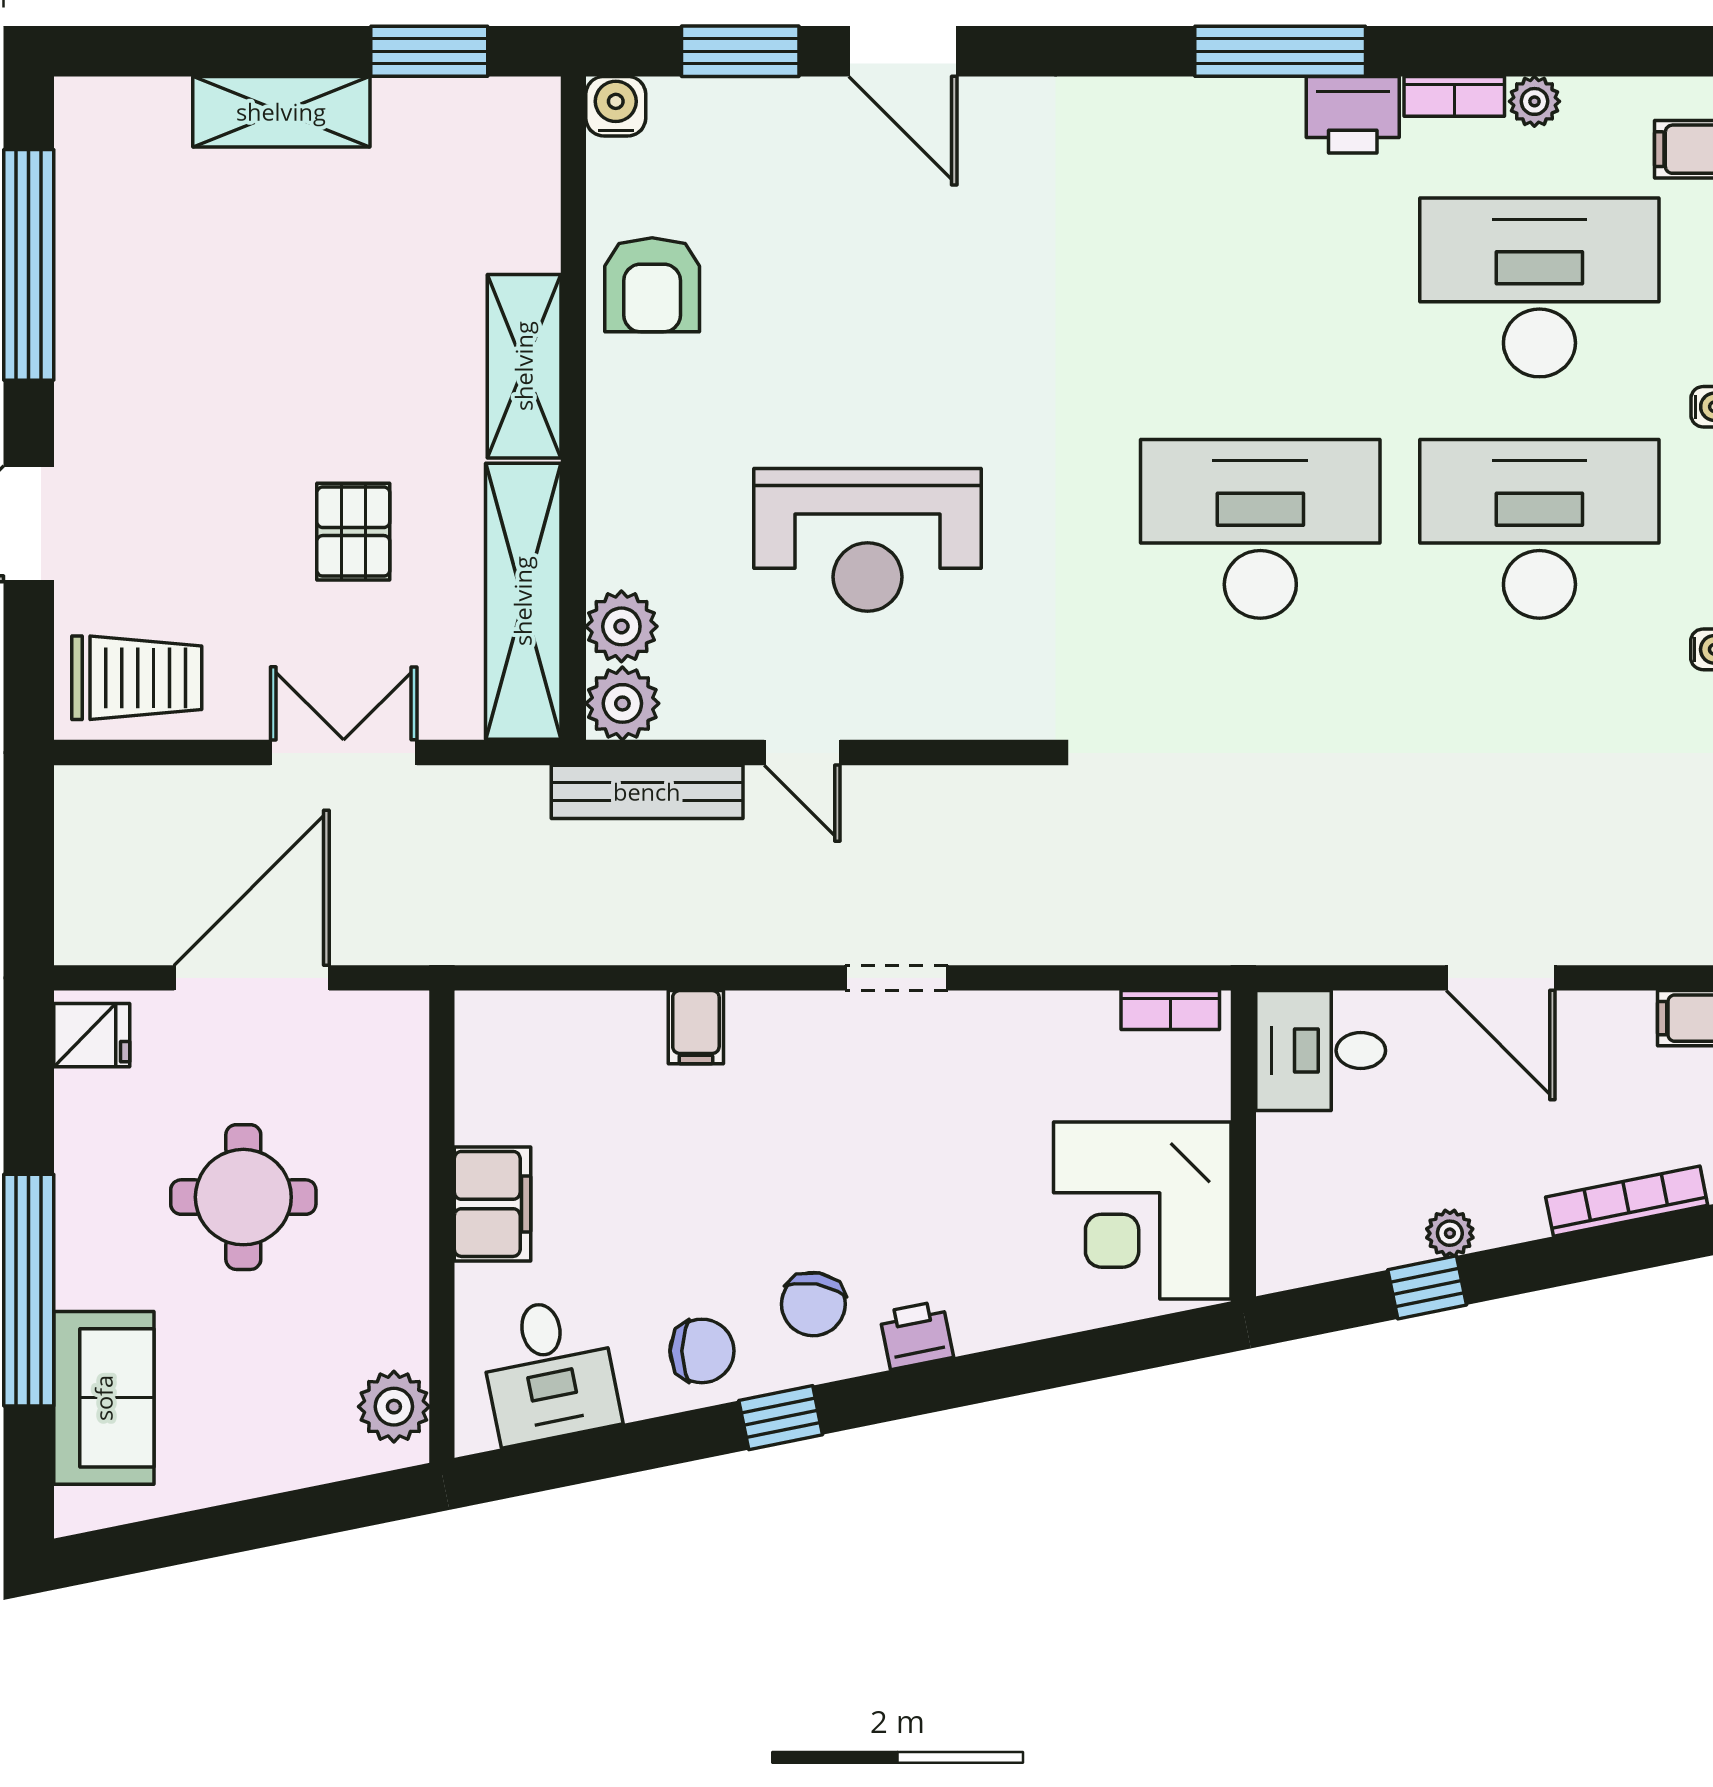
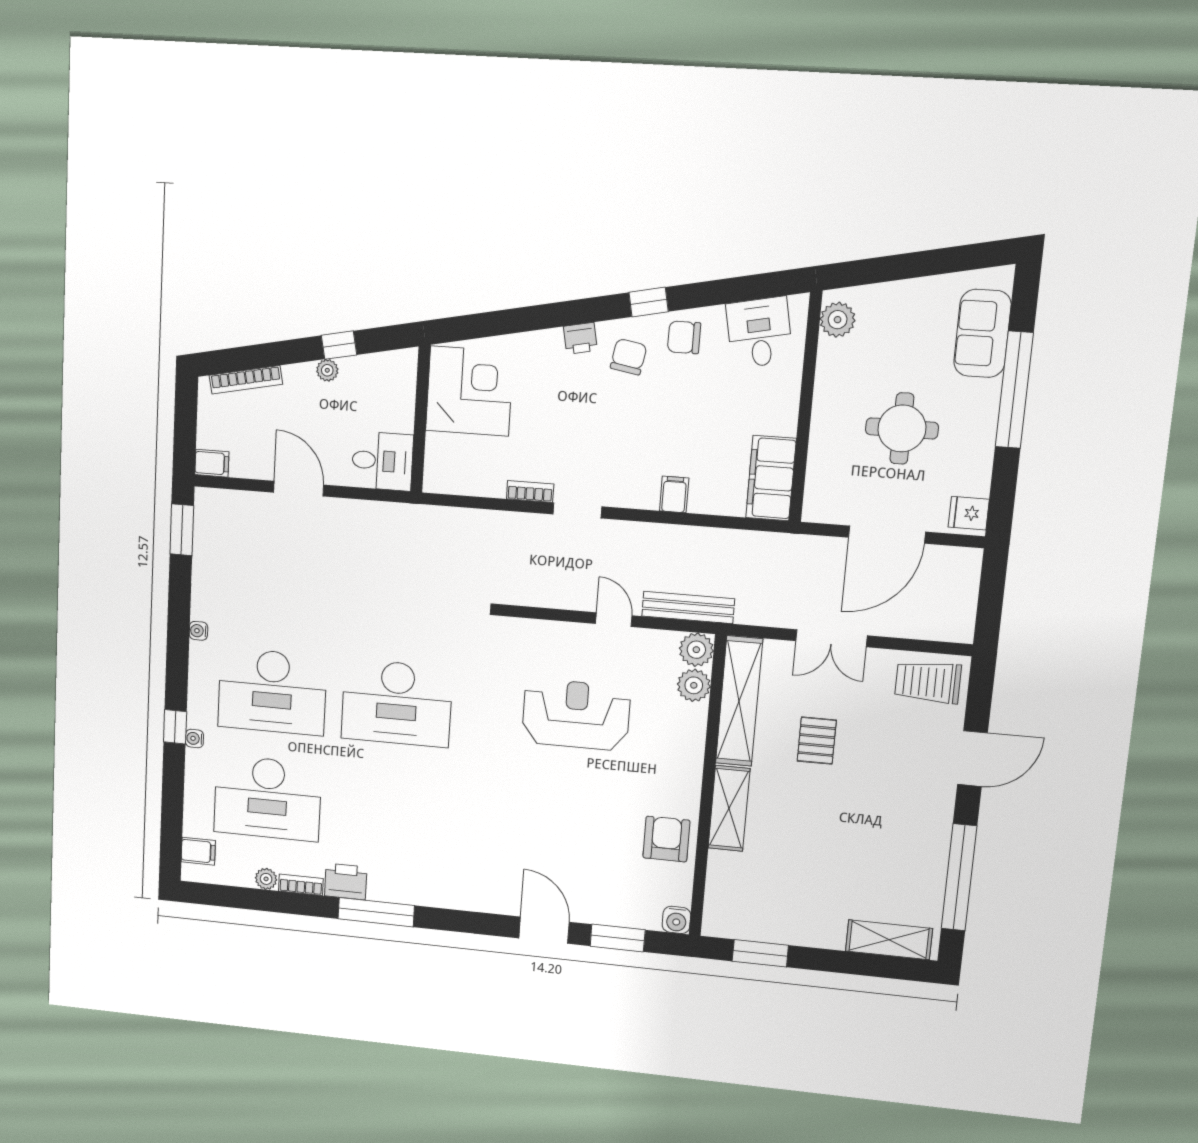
shelving: (281, 112) -> (889, 940), moved
bookcase: (1170, 1010) -> (530, 492), moved
filing cabinet: (493, 1204) -> (771, 478), moved, width x1.50, depth x1.17

